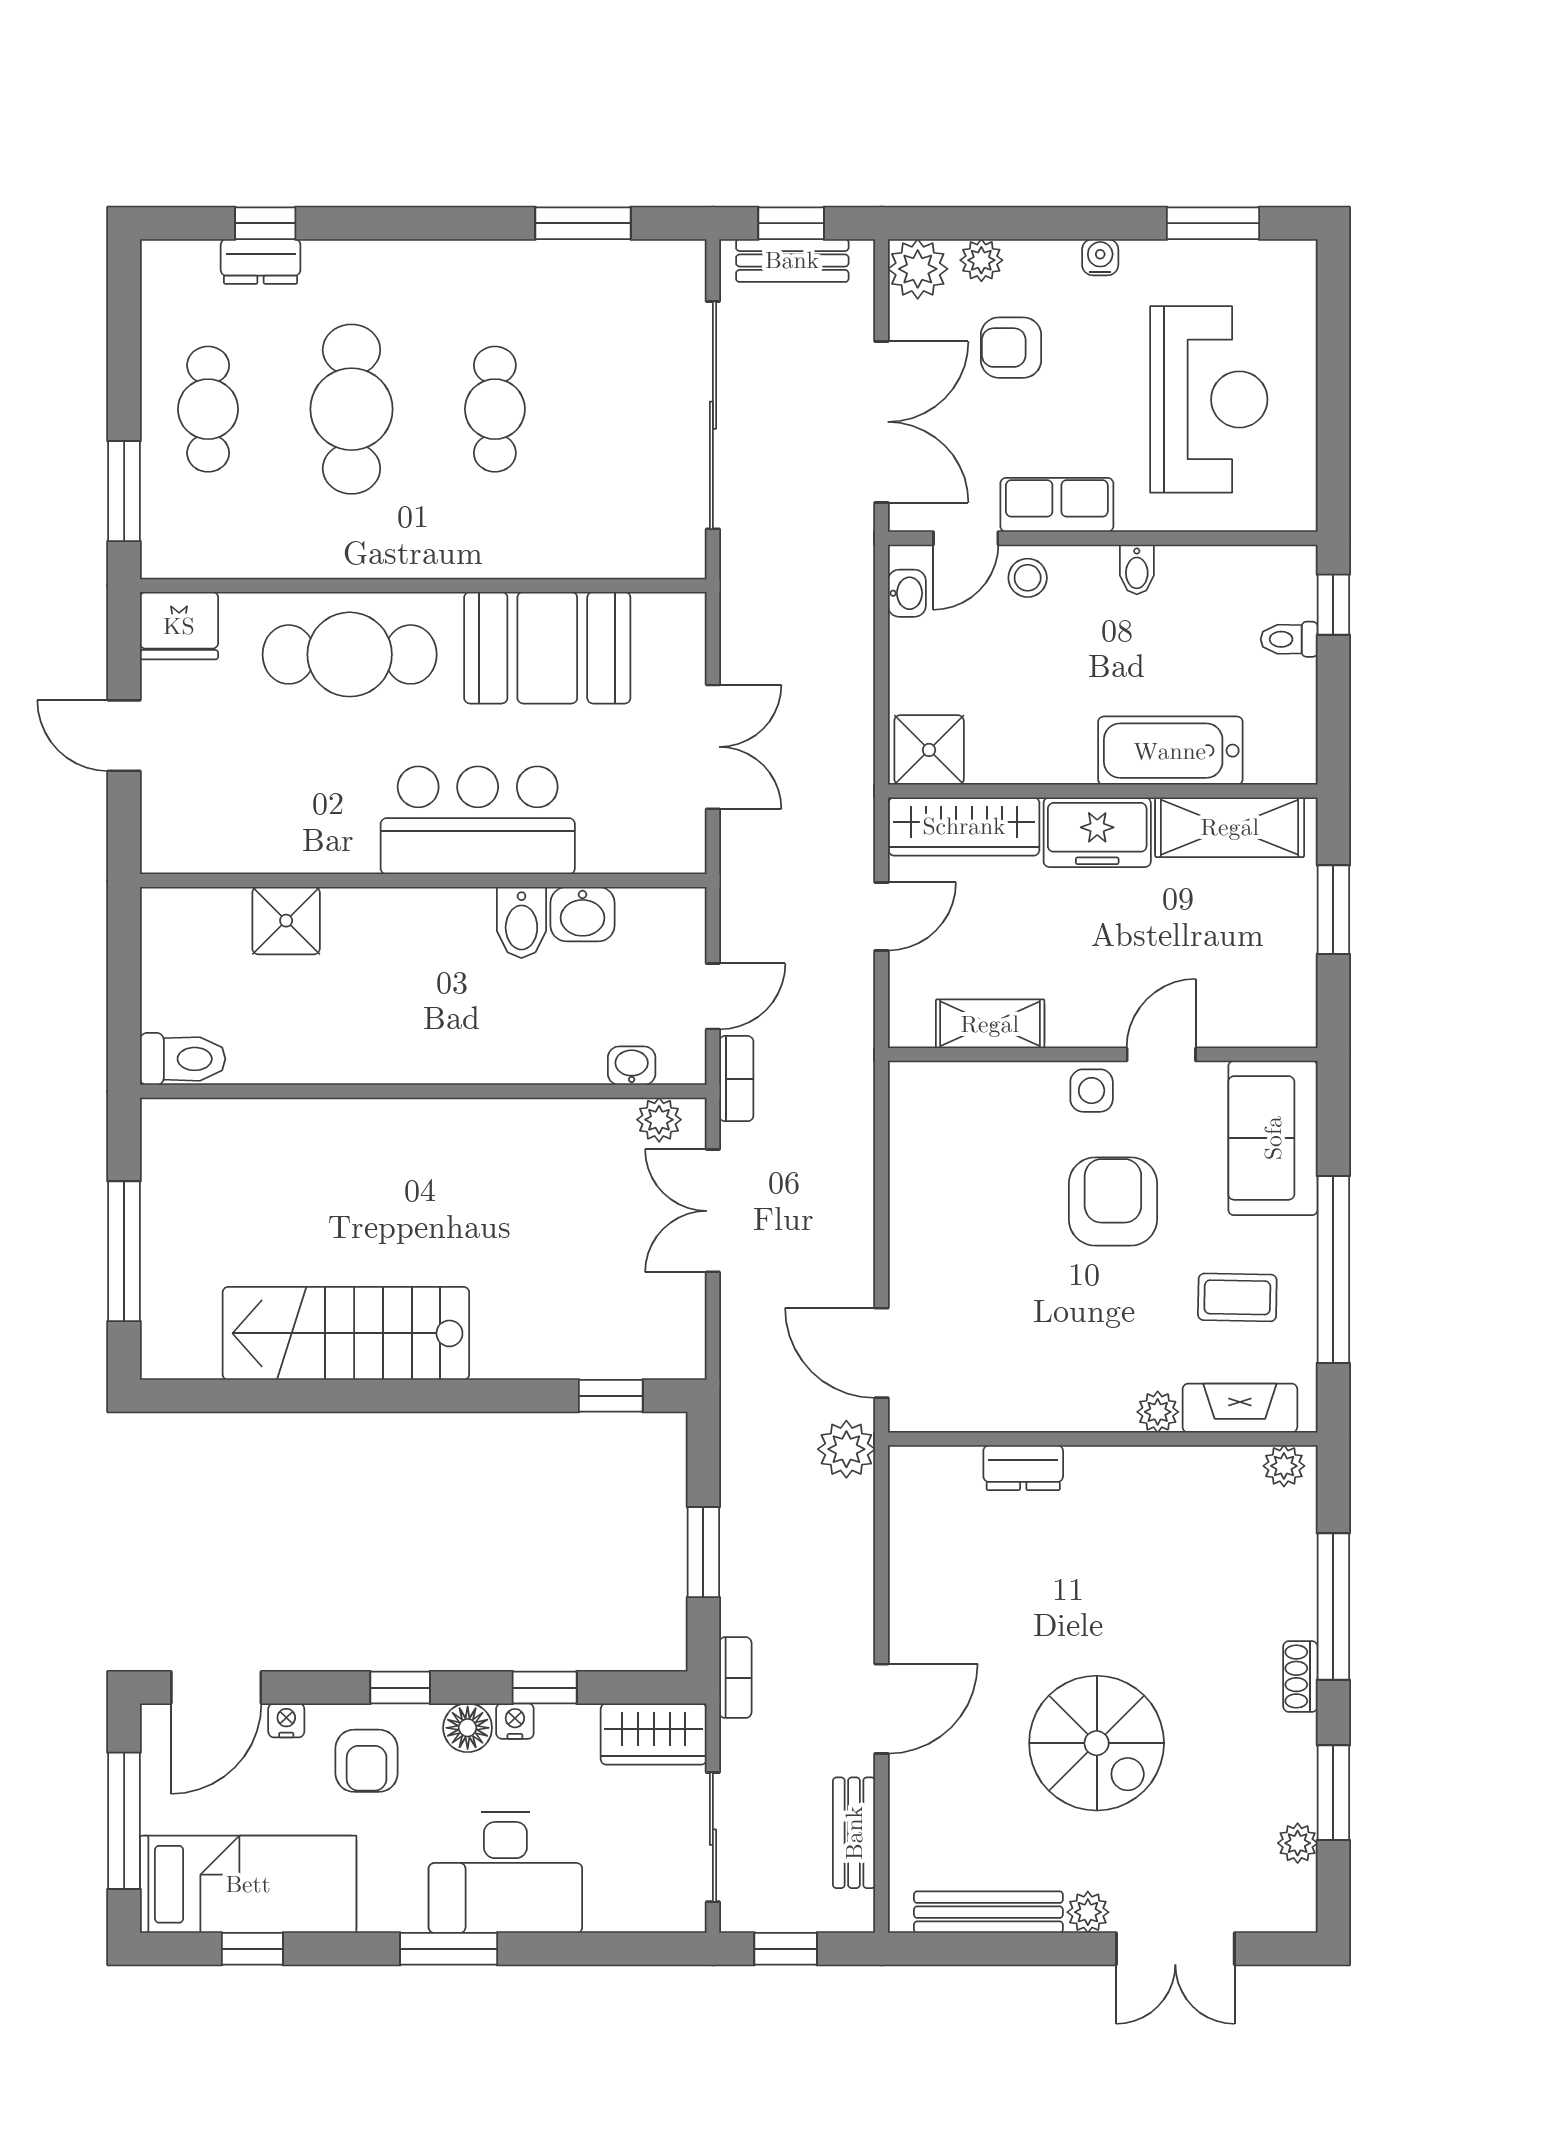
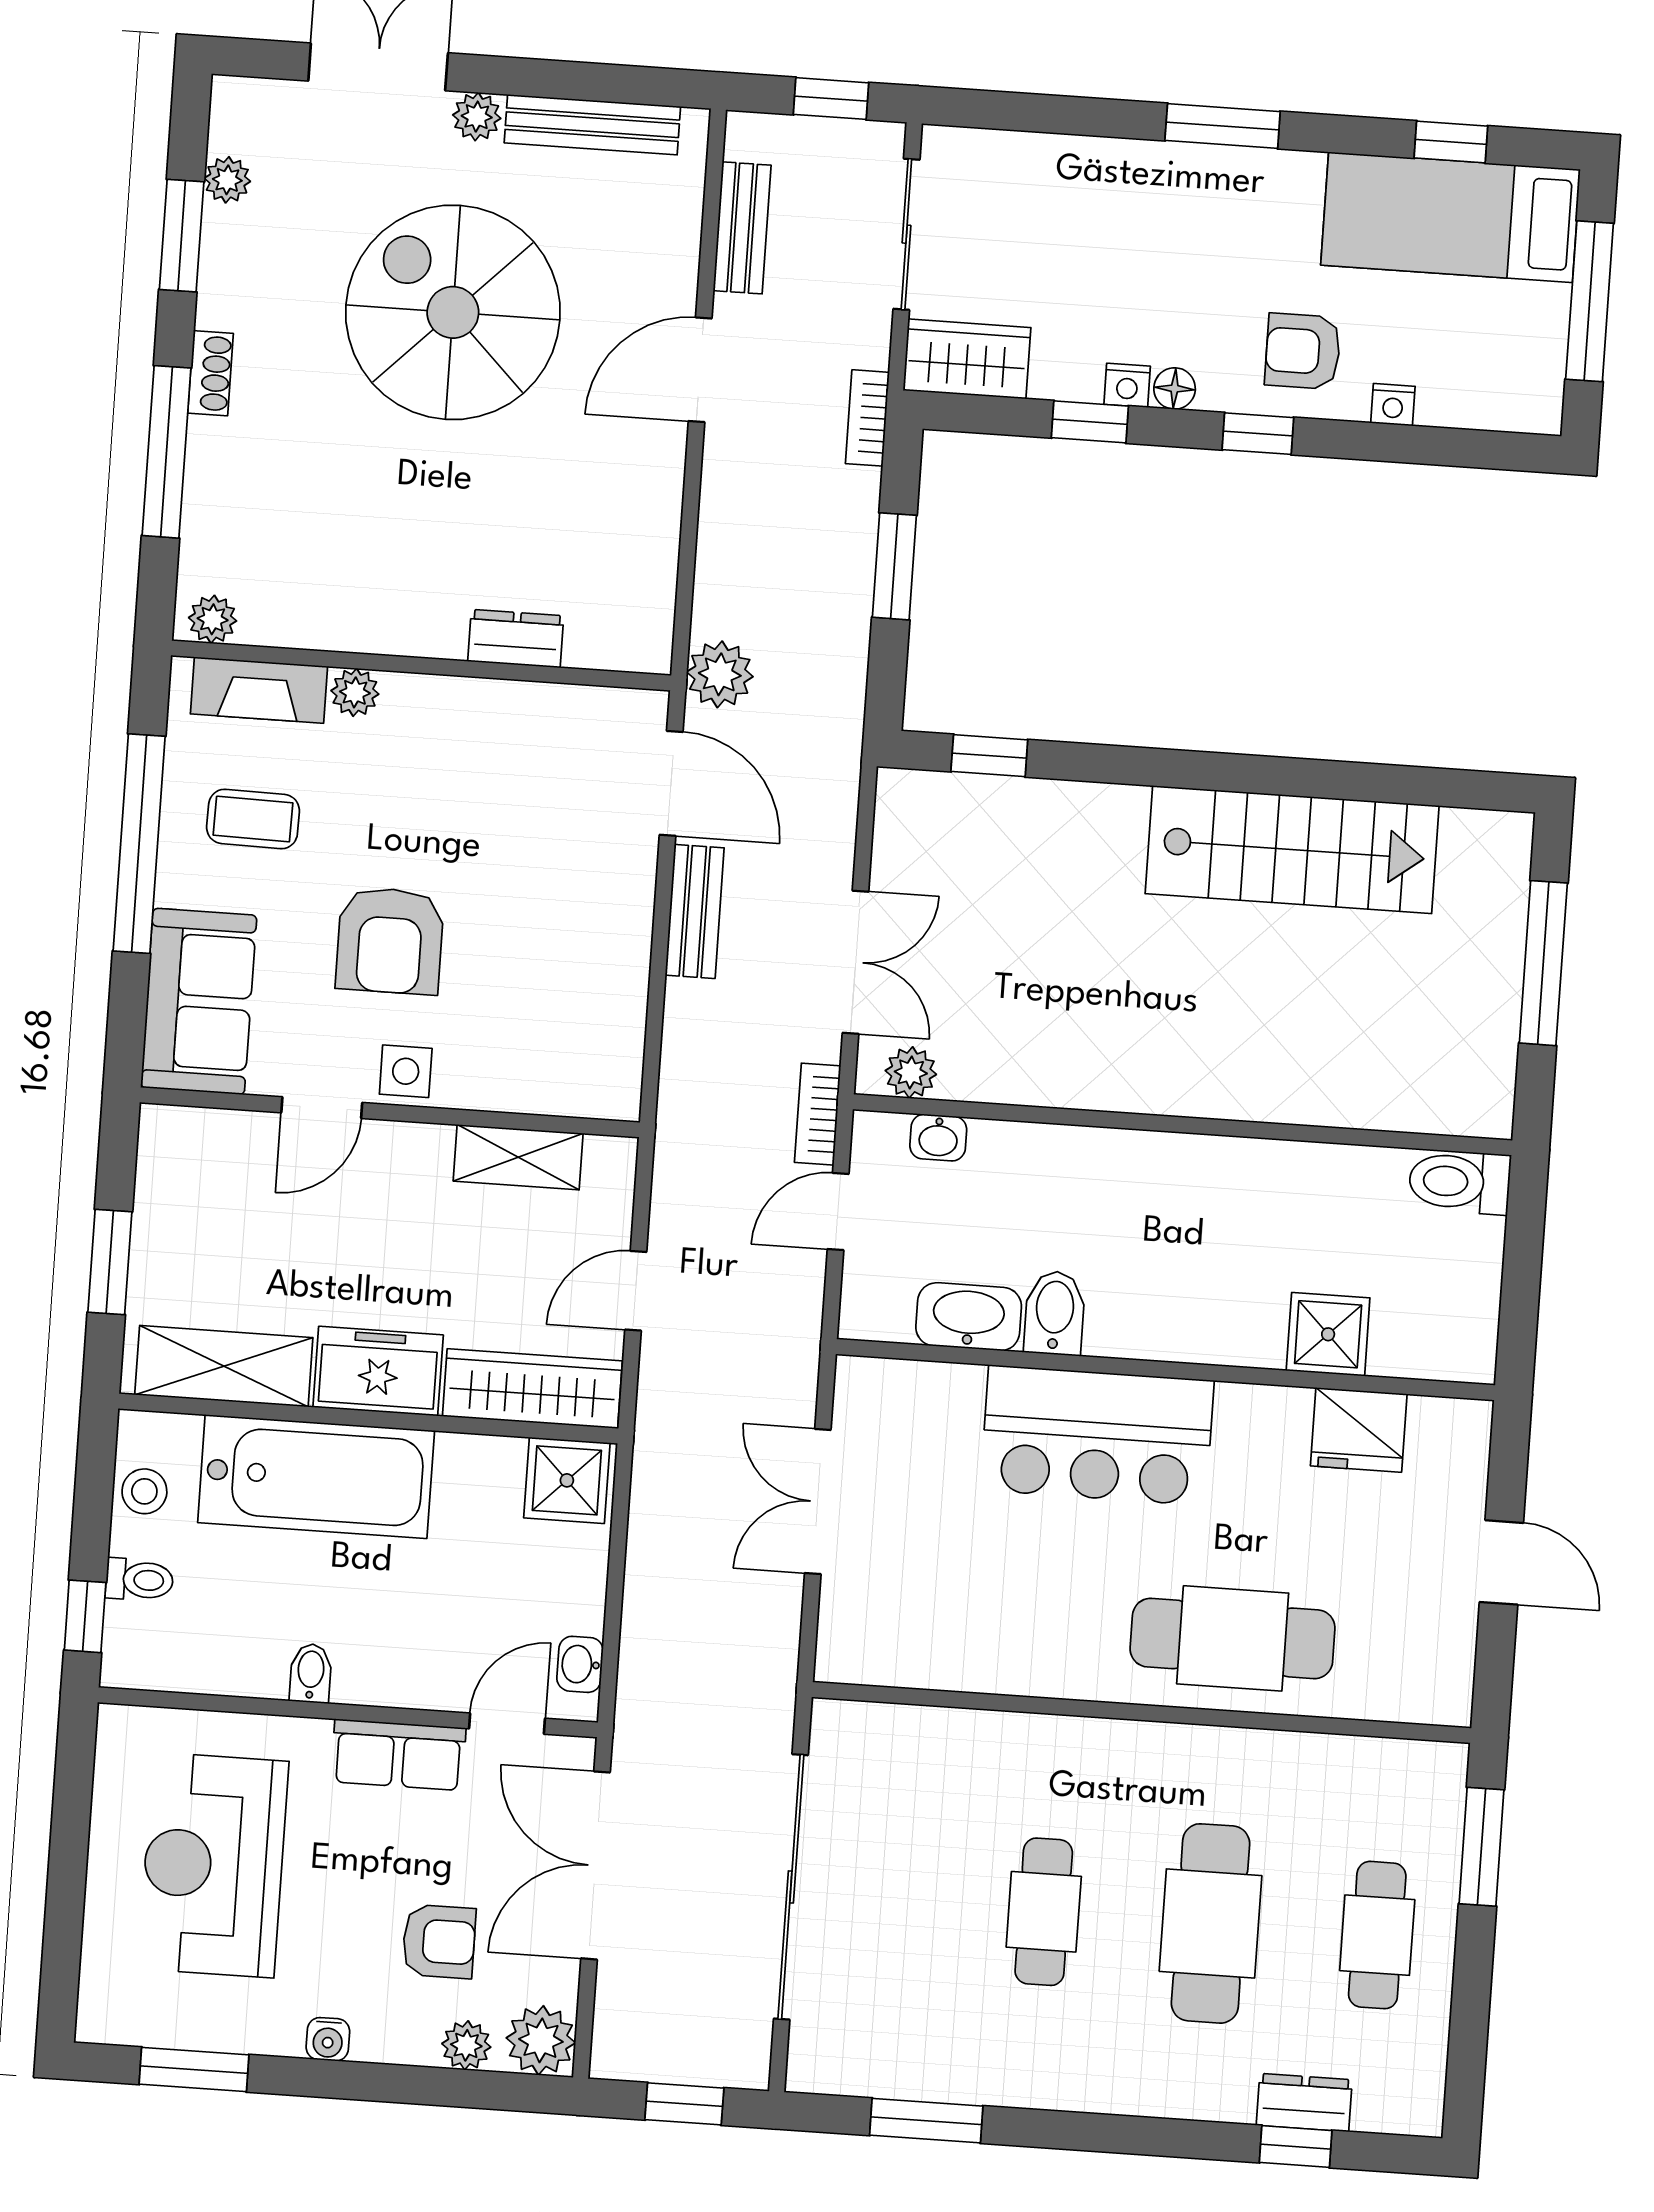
bench: (792, 260) -> (695, 911), moved, turned 90
stool: (1028, 578) -> (144, 1491), moved
fridge: (179, 626) -> (1359, 1430), moved, turned 180
booth: (547, 648) -> (1002, 1630), removed
bathtub: (1170, 751) -> (316, 1477), width x1.36, depth x1.36
washbasin: (583, 914) -> (969, 1317), width x1.38
door: (216, 1688) -> (1472, 449), removed
floor lamp: (468, 1728) -> (1175, 388), width x0.73, depth x0.73
spiral stairs: (1097, 1743) -> (453, 312), width x1.37, depth x1.37
armchair: (367, 1761) -> (1303, 351), turned -90
desk: (505, 1873) -> (1150, 210), removed

